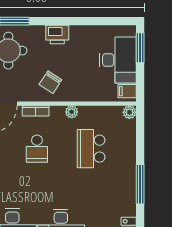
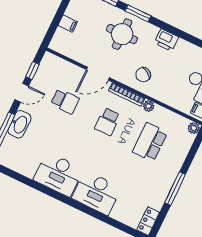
bookcase: (36, 111) -> (127, 94), width x1.56

